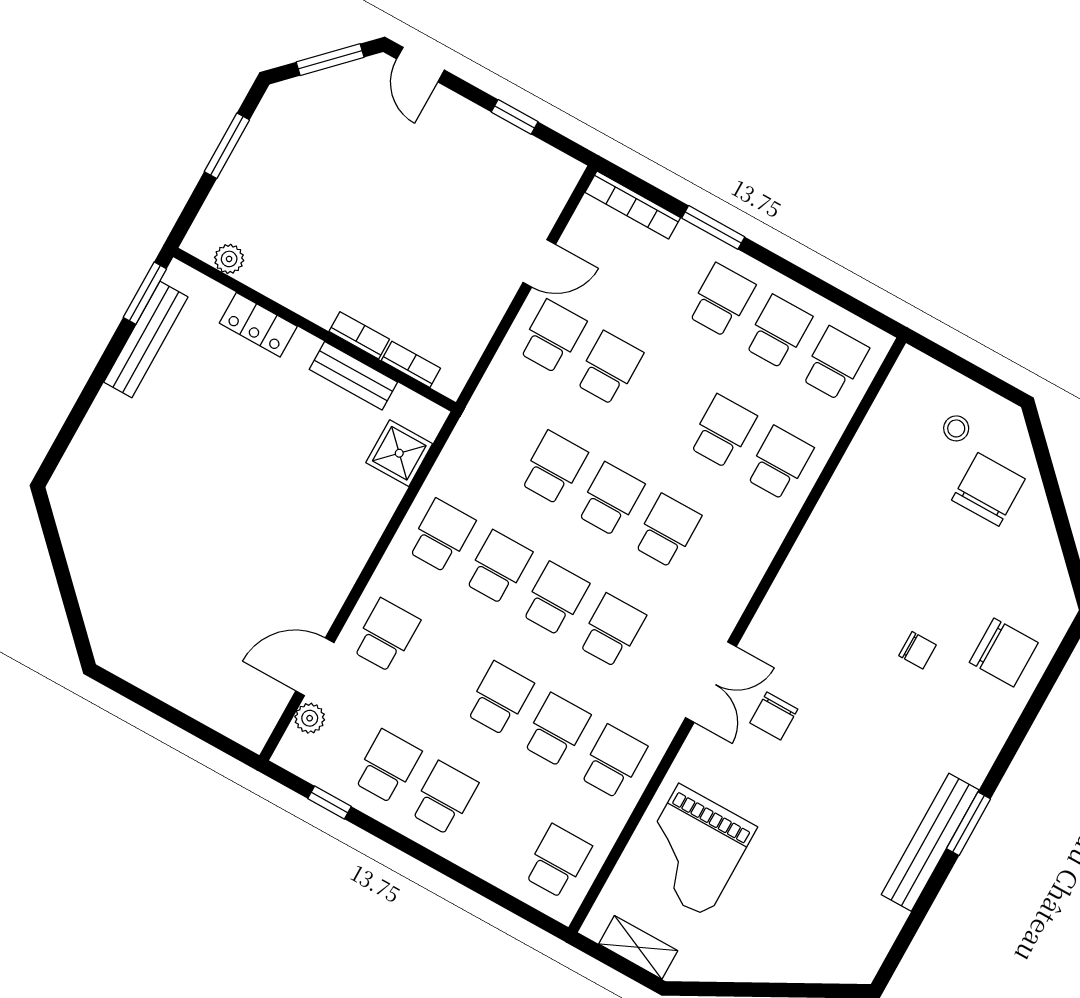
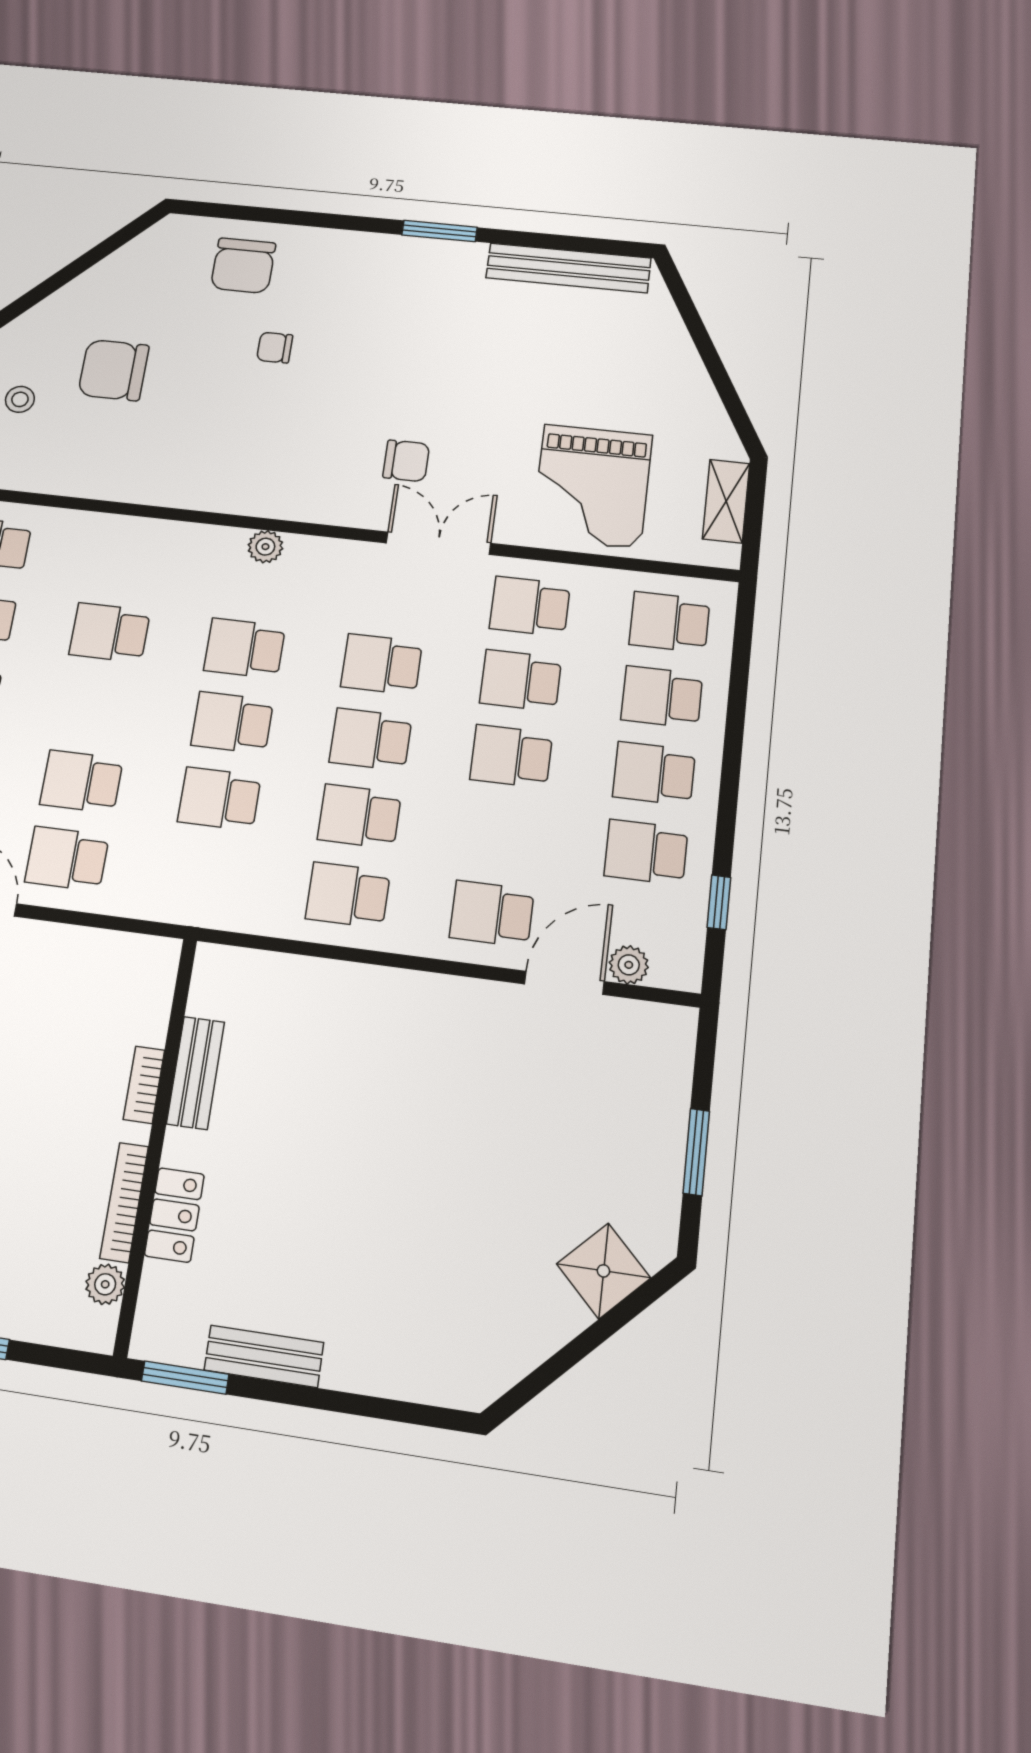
bench: (146, 340) -> (264, 1356), width x0.73
bookcase: (411, 364) -> (124, 1202), moved, width x1.56
shower: (399, 453) -> (603, 1271), moved, turned 45
school desk: (779, 463) -> (662, 697), moved
chair: (988, 489) -> (114, 370), moved
plant: (746, 578) -> (265, 547), added
chair: (917, 650) -> (275, 348), turned -90
chair: (1004, 653) -> (243, 266), turned 180
door: (315, 667) -> (564, 983), swing flipped
double door: (711, 682) -> (438, 543), moved
window: (161, 709) -> (696, 1152), added
bench: (930, 842) -> (568, 268), moved
grand piano: (693, 851) -> (592, 486), turned 90

